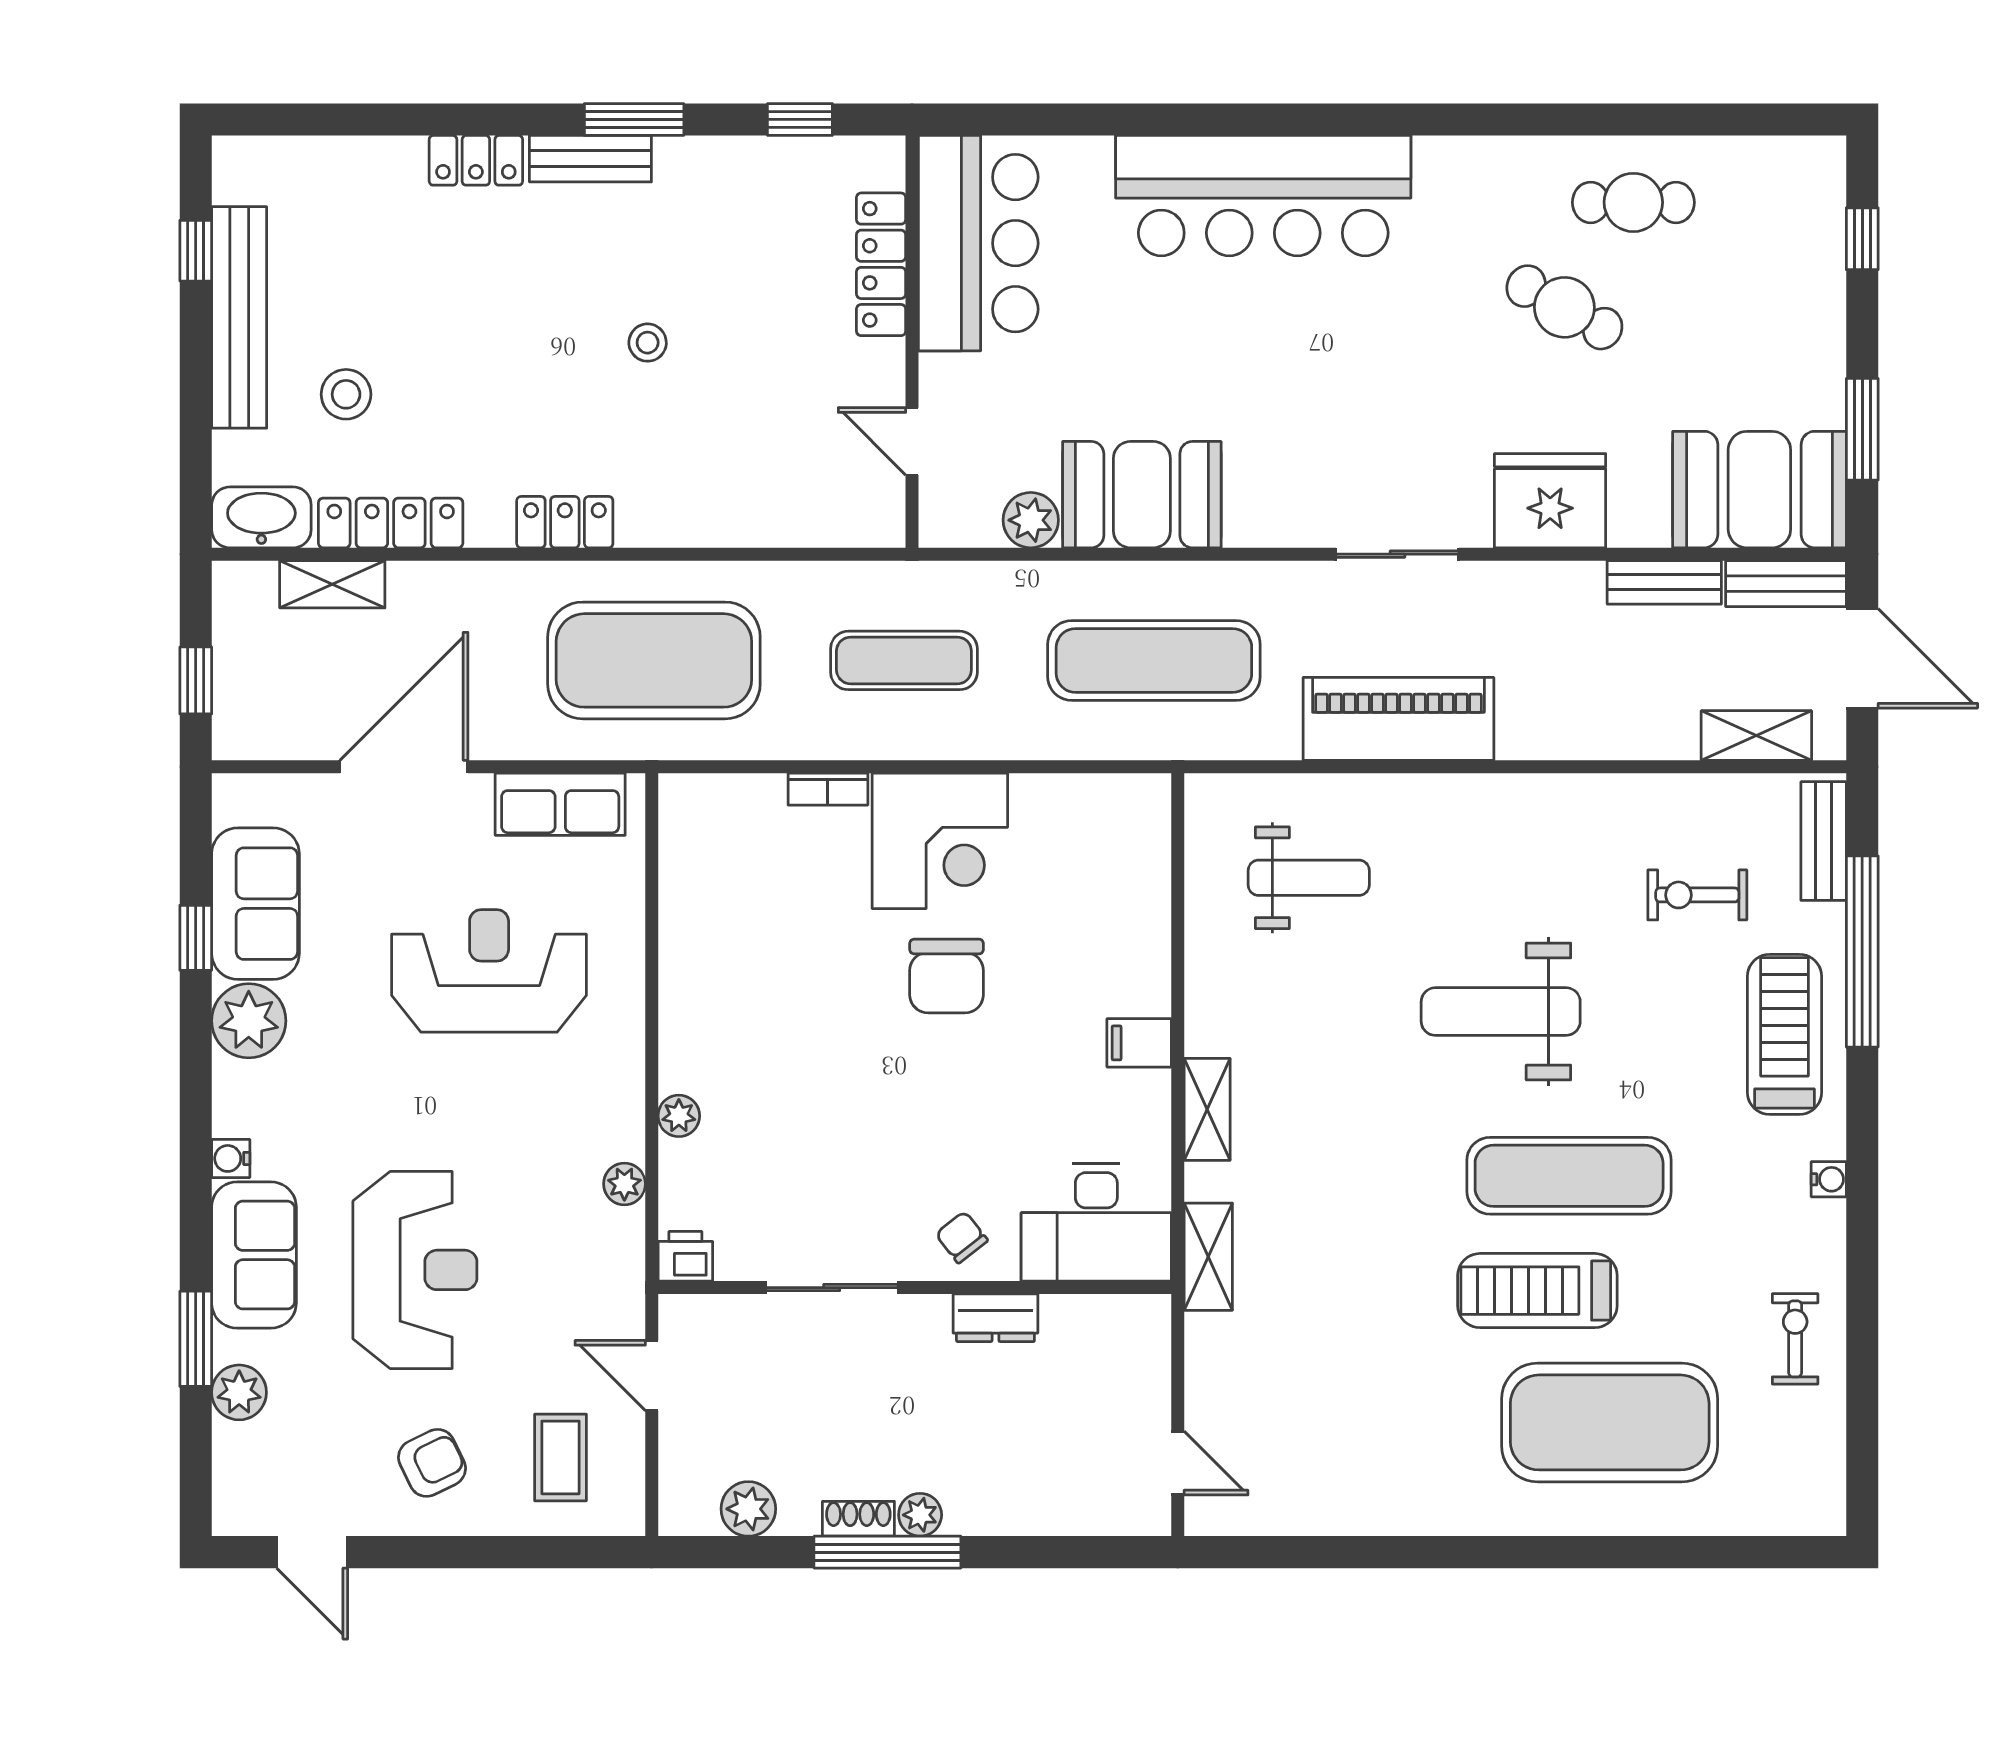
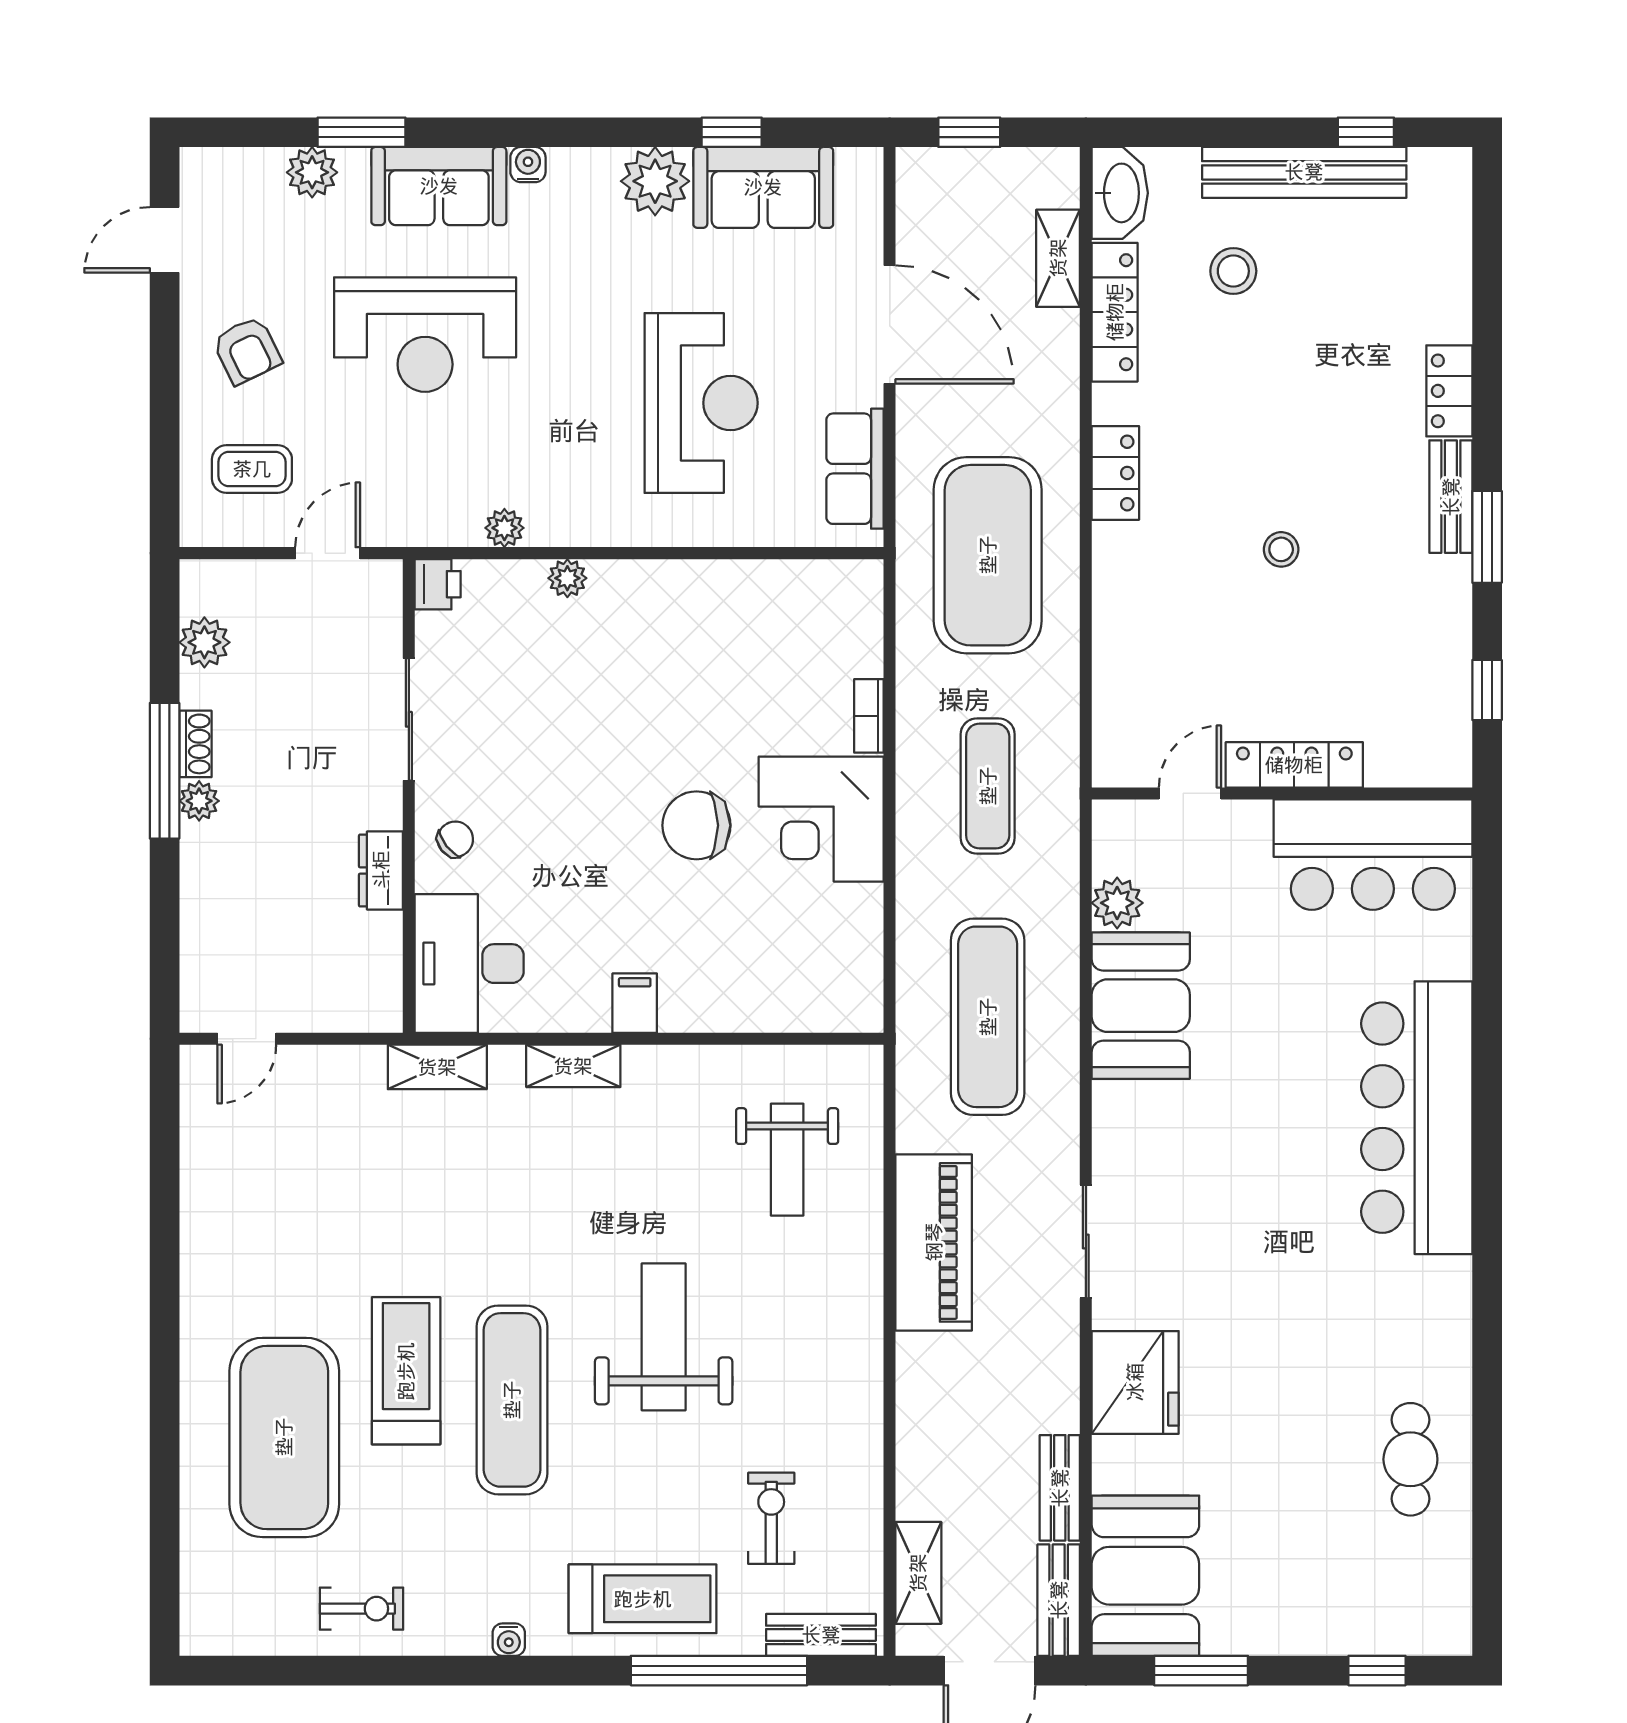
locker: (881, 264) -> (1294, 765), moved
cafe table: (1564, 307) -> (1314, 1396), removed

